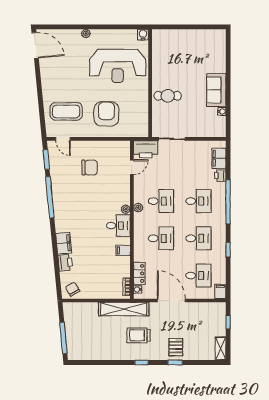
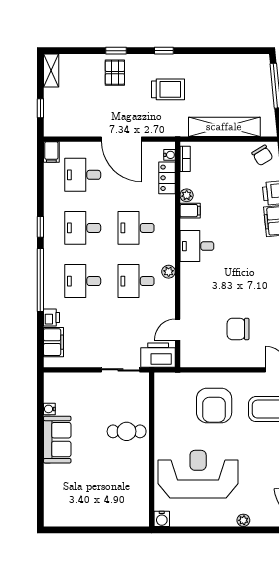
plant: (126, 209) -> (187, 195), moved
window: (228, 250) -> (40, 227), moved
shelving: (124, 309) -> (224, 127), moved

